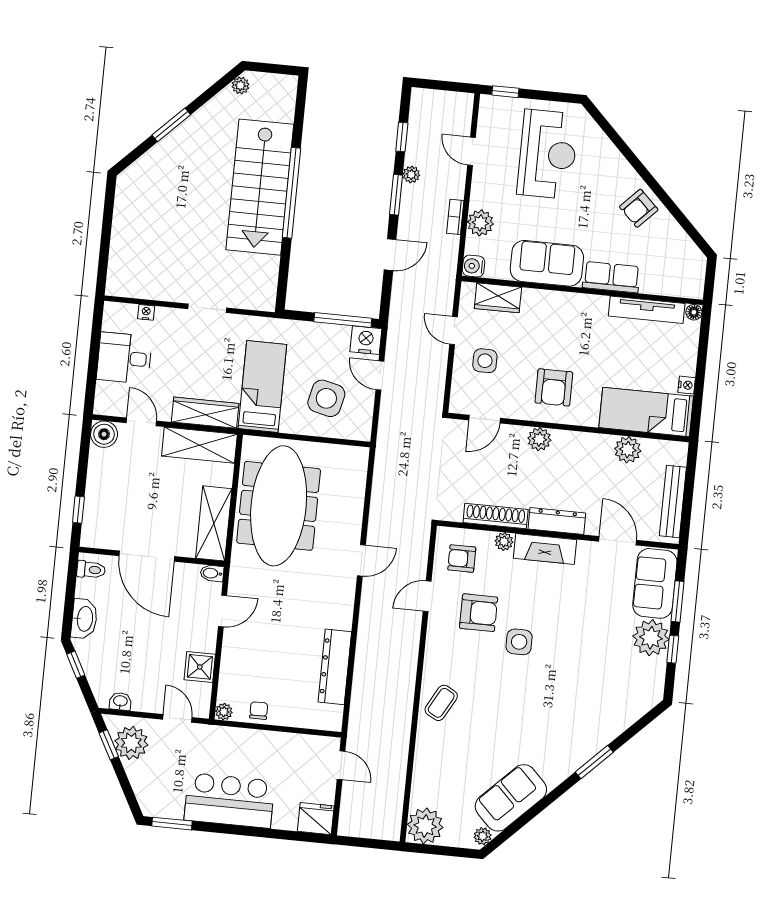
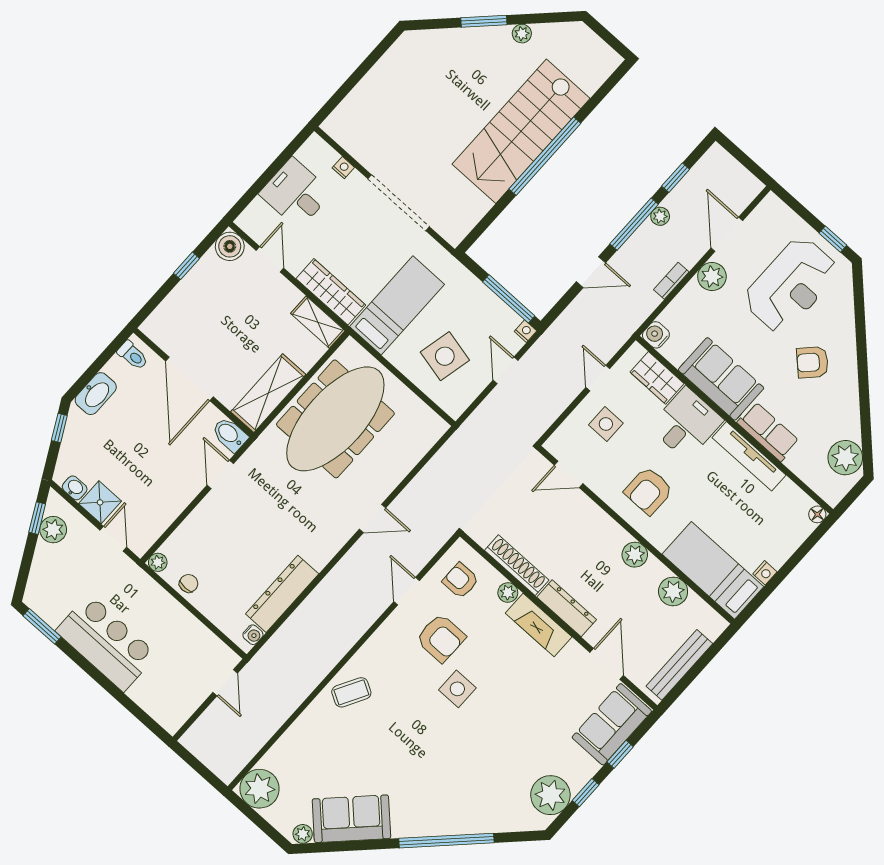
plant: (240, 85) -> (522, 34), moved
window: (505, 92) -> (833, 239), moved
door: (471, 151) -> (727, 234), width x1.38
window: (396, 195) -> (634, 224), width x1.44
armchair: (639, 208) -> (812, 362), moved
plant: (480, 223) -> (712, 277), moved
plant: (684, 254) -> (845, 458), added
doorway: (207, 308) -> (399, 203), width x1.88
tv unit: (647, 310) -> (749, 456), moved
desk: (545, 316) -> (686, 424), added
nightstand: (366, 340) -> (525, 331), width x0.53, depth x0.56
plant: (539, 439) -> (635, 555), moved
shelving: (199, 445) -> (318, 322), width x0.67, depth x0.75
window: (78, 510) -> (186, 266), moved
bidet: (212, 573) -> (230, 434), width x1.38, depth x1.36
door: (427, 596) -> (407, 591), hinge flipped
window: (678, 601) -> (620, 754), width x0.67
door: (222, 611) -> (220, 474), swing flipped
plant: (651, 638) -> (550, 795), moved
shower: (200, 667) -> (100, 502), moved
water cooler: (335, 714) -> (253, 635), added
plant: (131, 743) -> (53, 530), width x0.73, depth x0.73
window: (594, 762) -> (446, 841), width x2.11
fridge: (316, 819) -> (170, 713), removed

